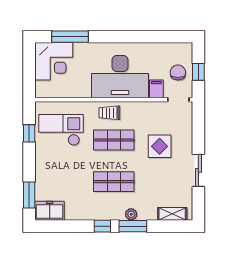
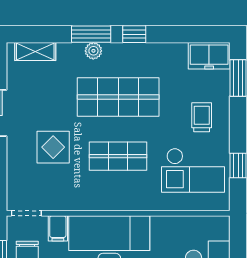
trolley: (109, 113) -> (202, 117), moved, turned -90
shop shelf: (114, 182) -> (118, 97), width x1.43, depth x1.36

